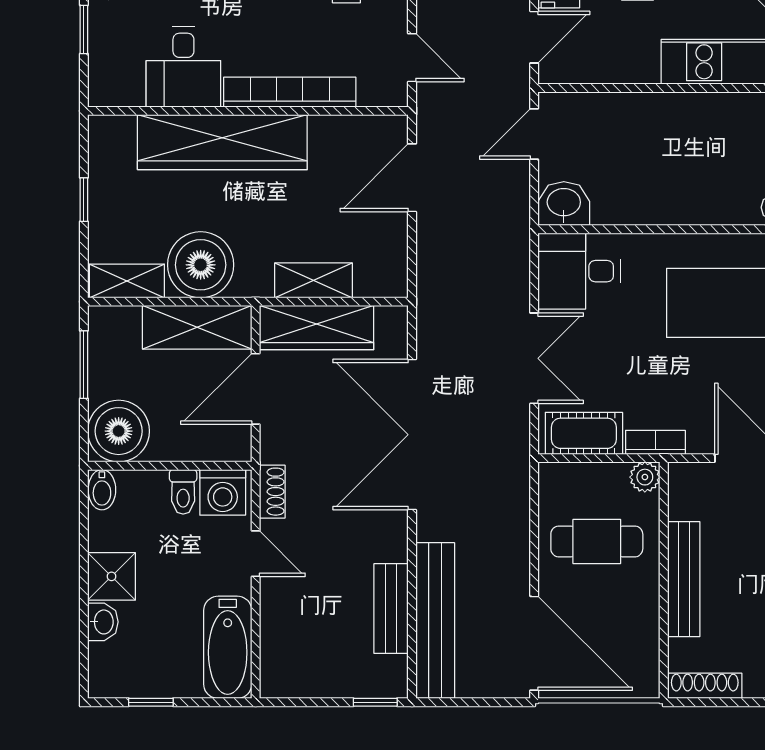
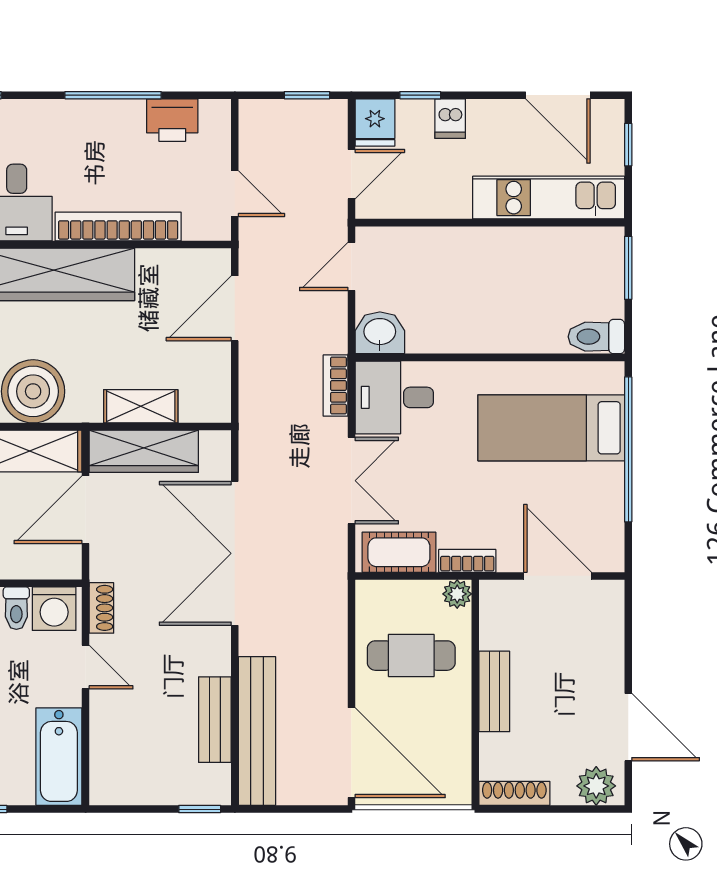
bookcase: (517, 259) -> (336, 386), added
bench: (684, 579) -> (494, 691), width x0.73

